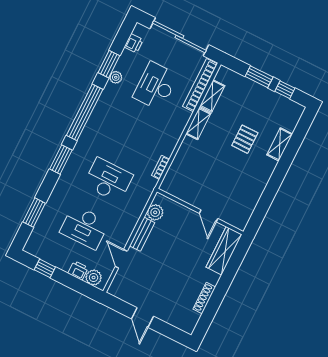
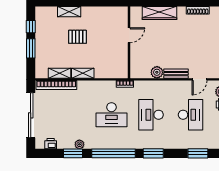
desk: (155, 86) -> (111, 115), moved
wall: (200, 212) -> (129, 42), moved
door: (209, 216) -> (129, 35), moved

